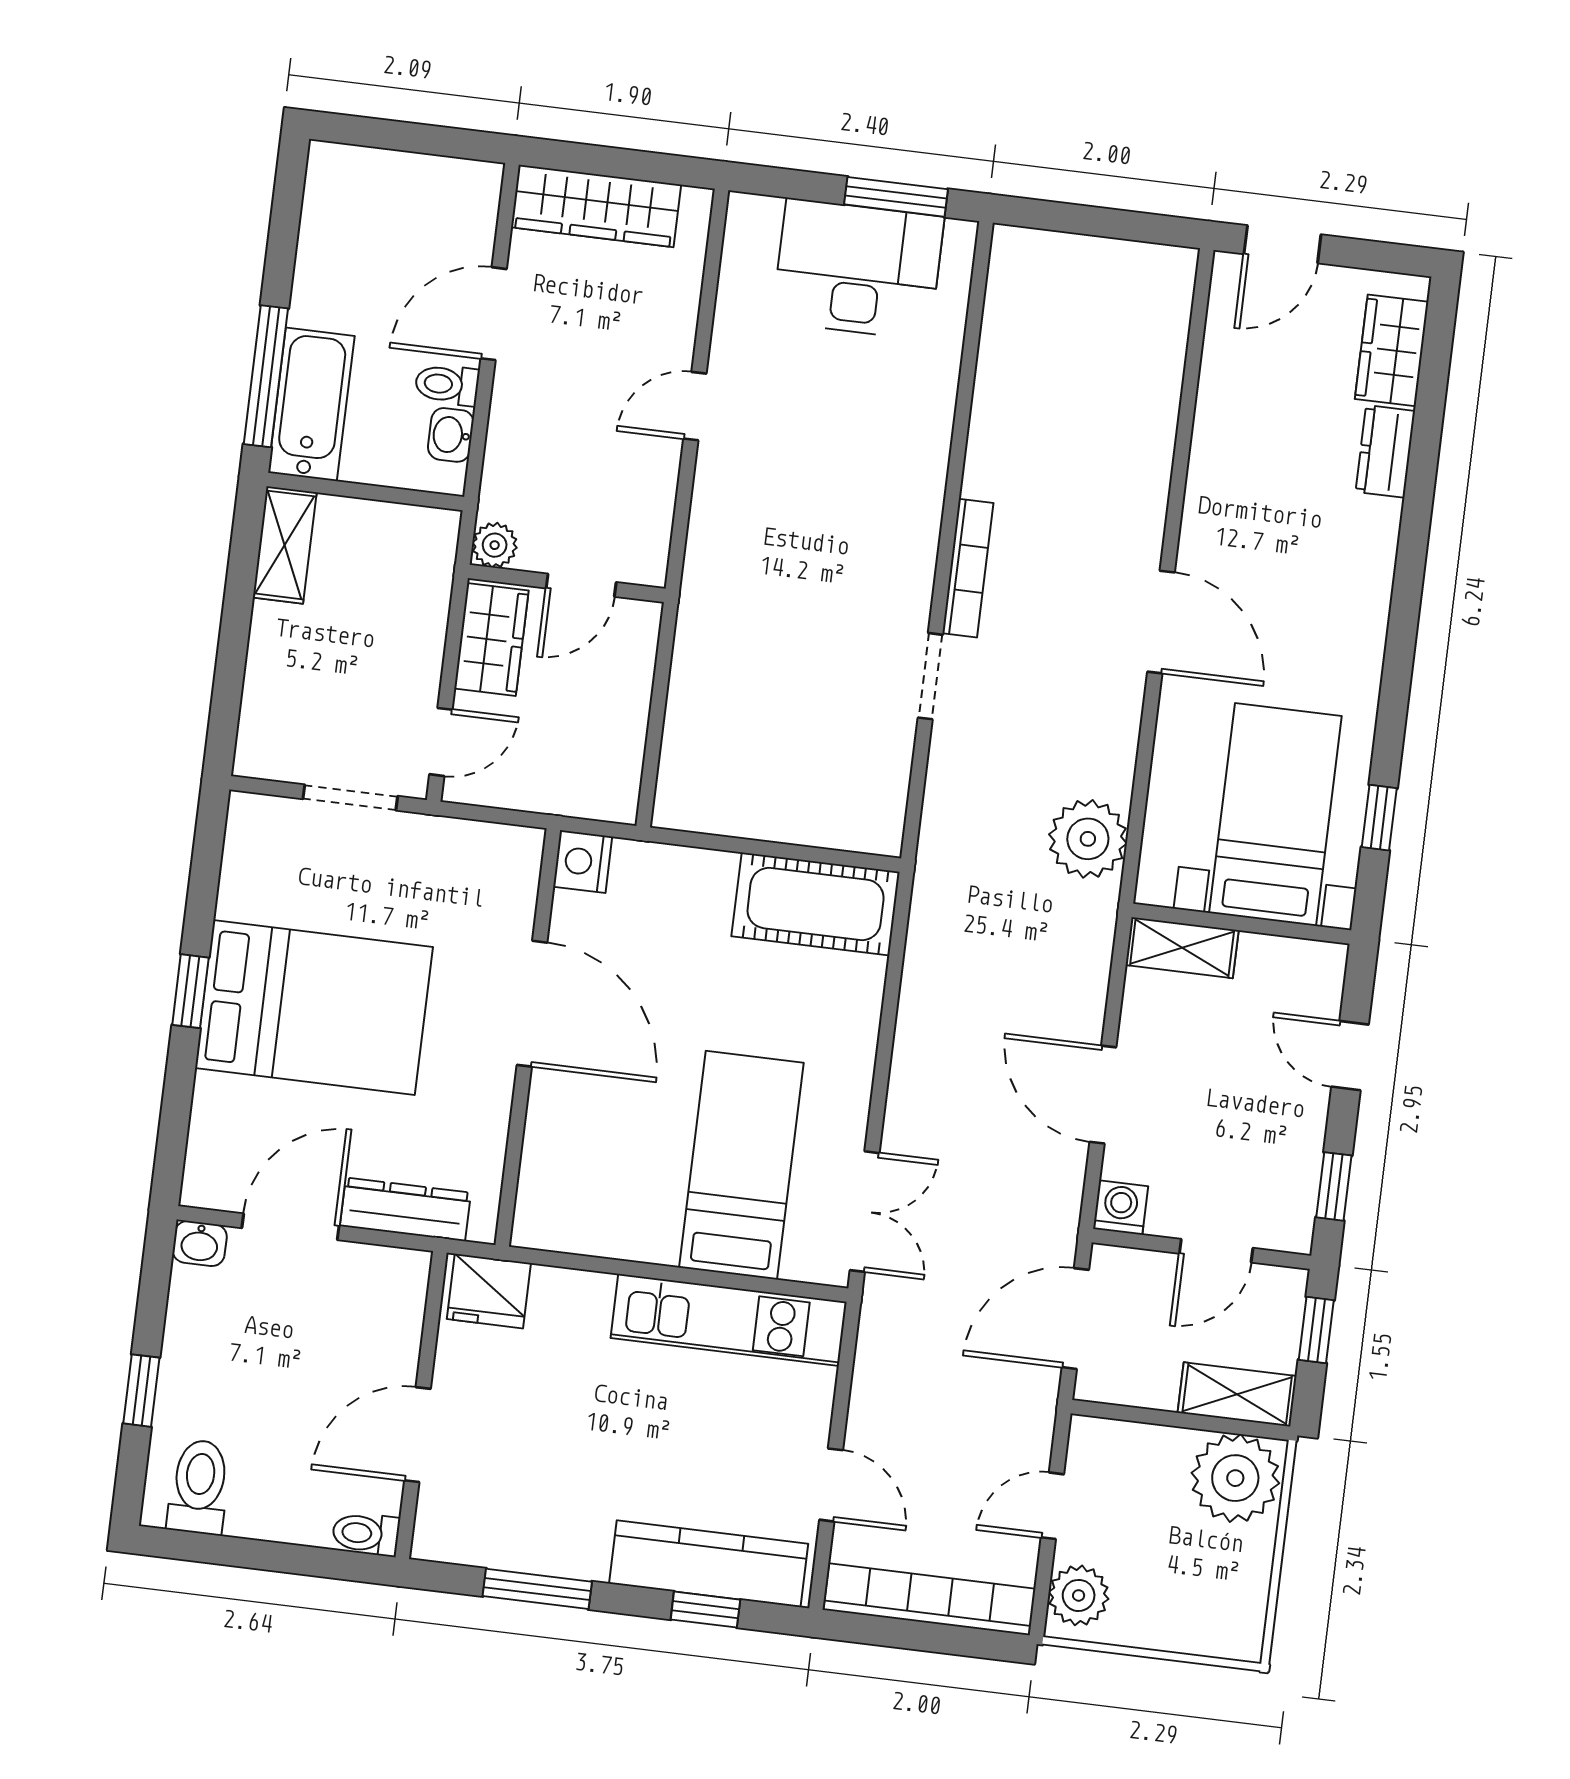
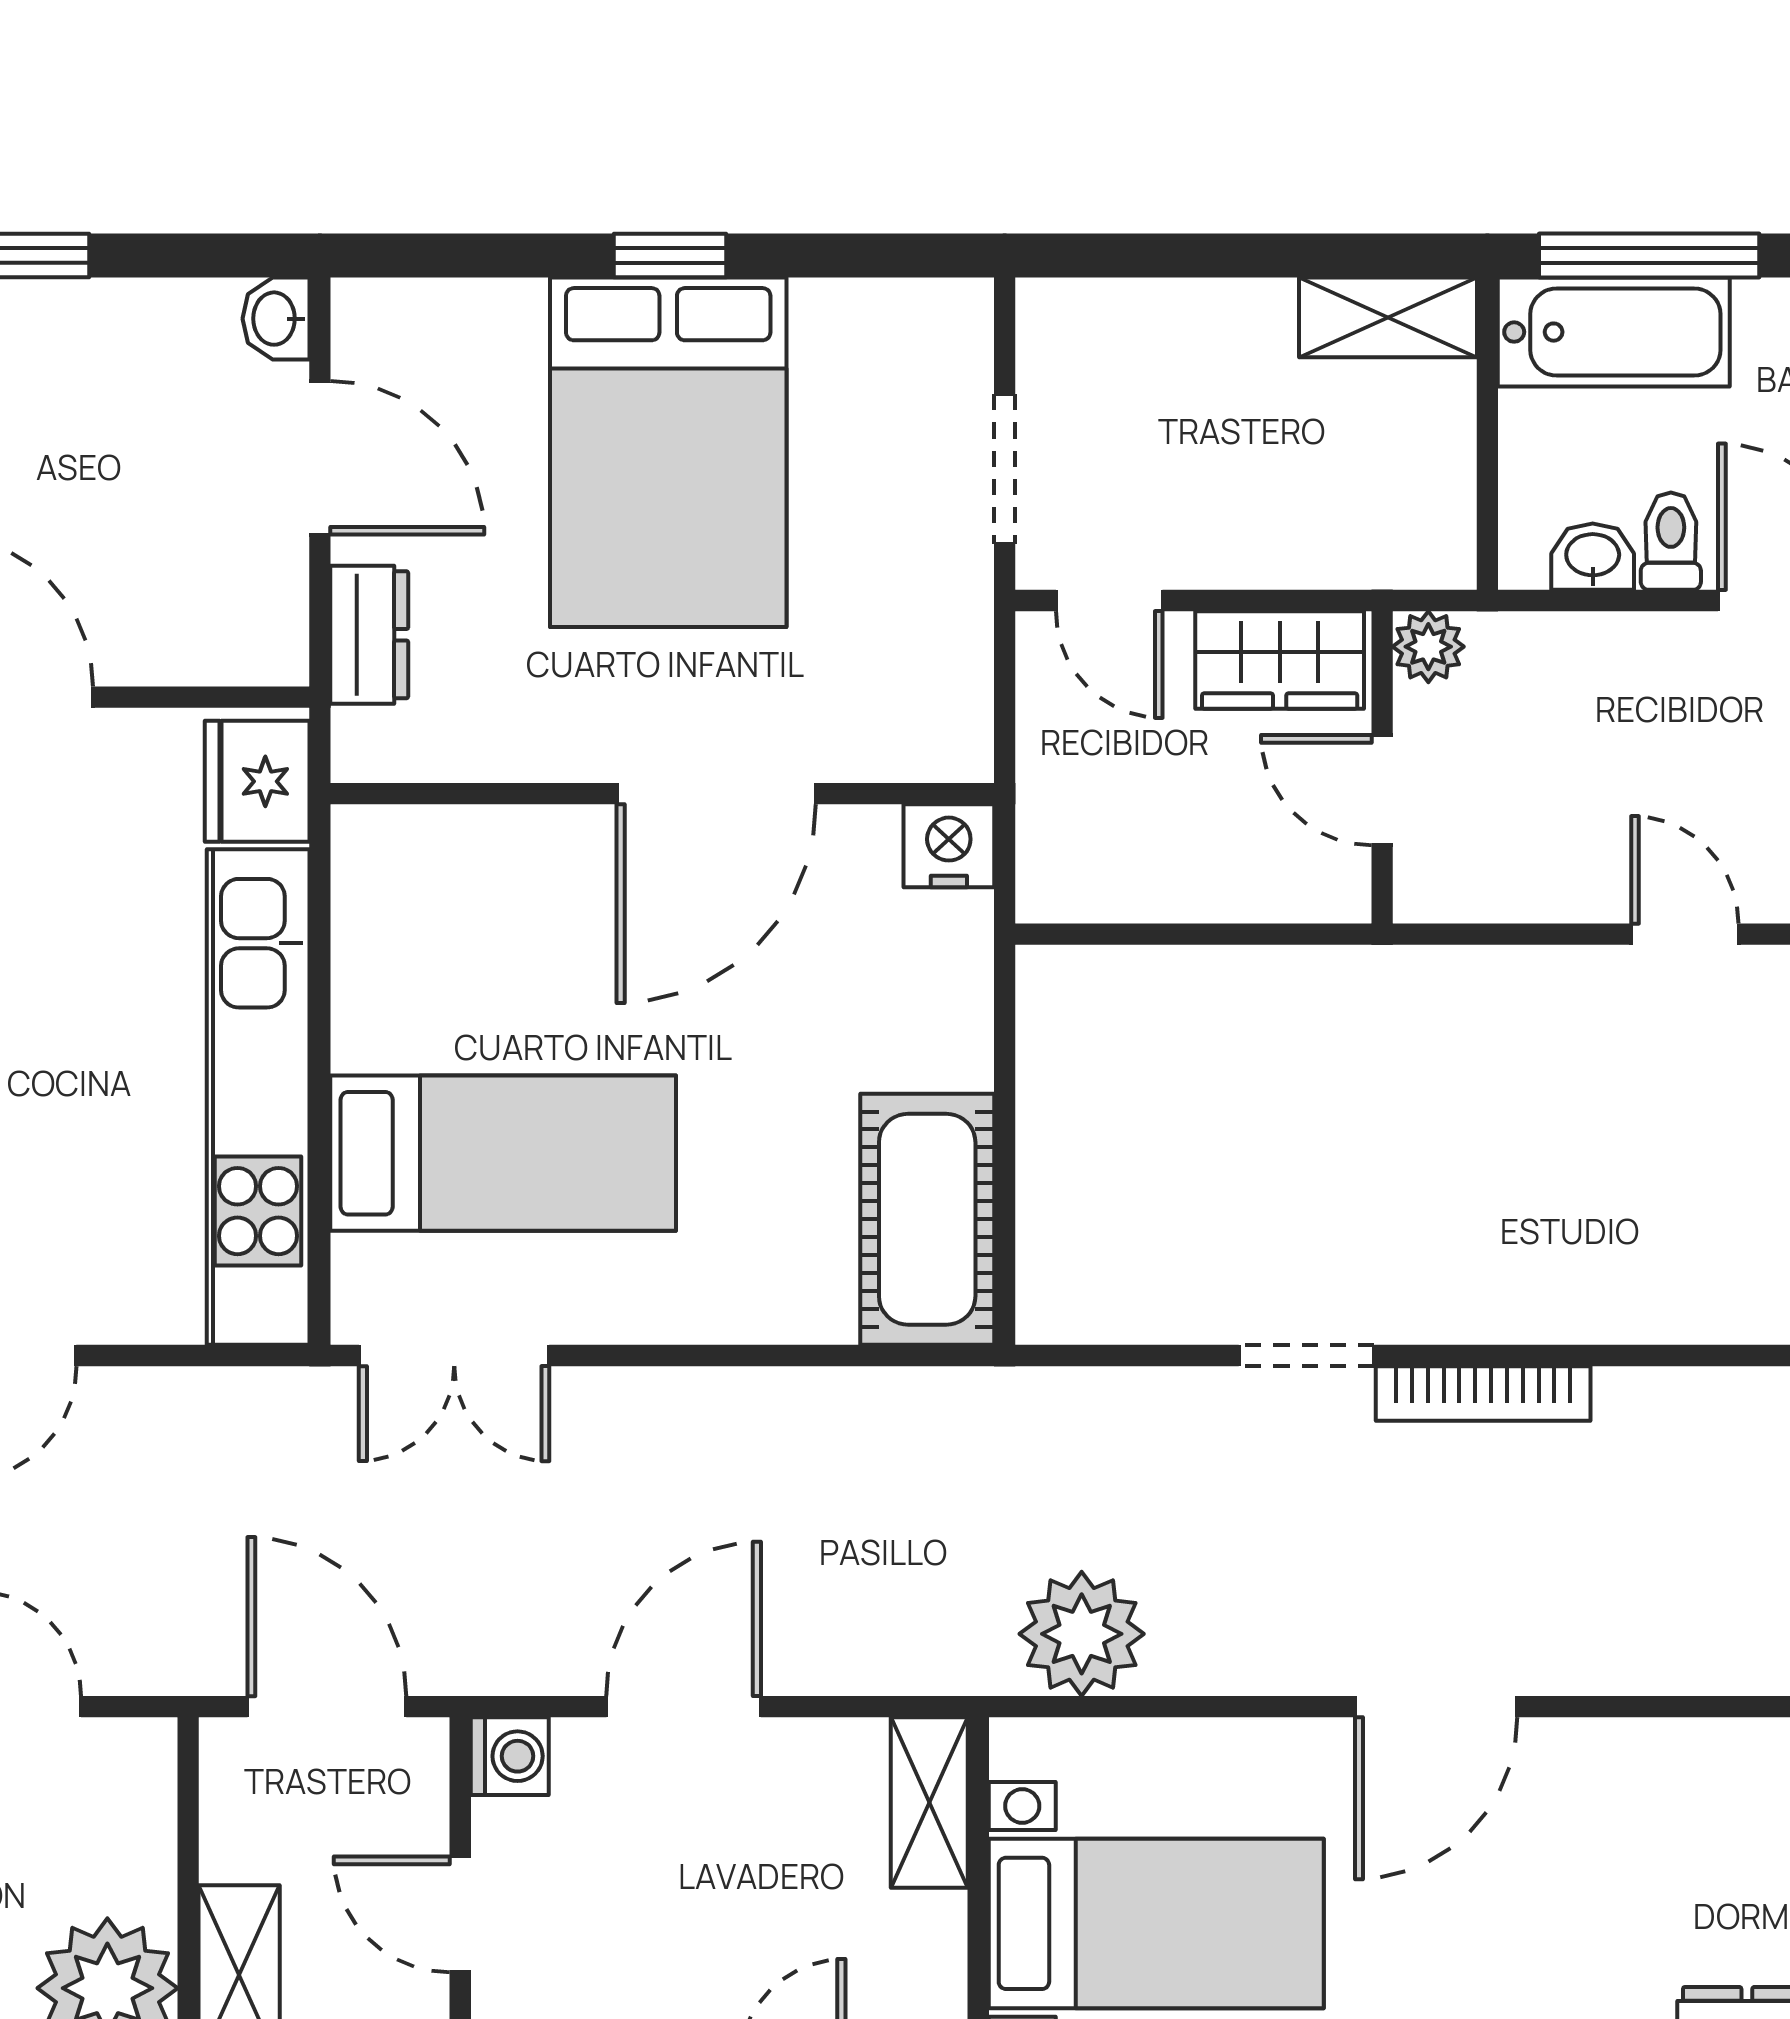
dresser: (405, 1209) -> (369, 635), width x0.70
kitchen unit: (729, 1320) -> (258, 1097), width x1.36

